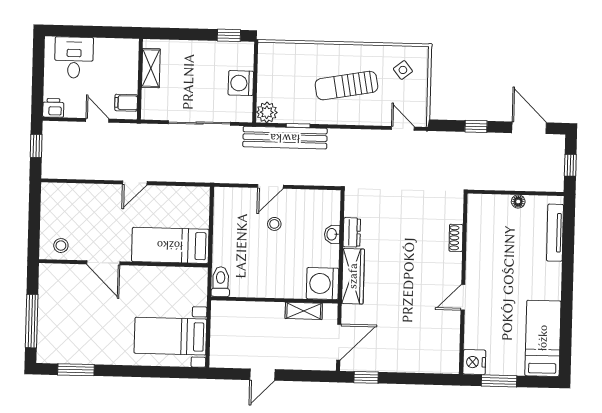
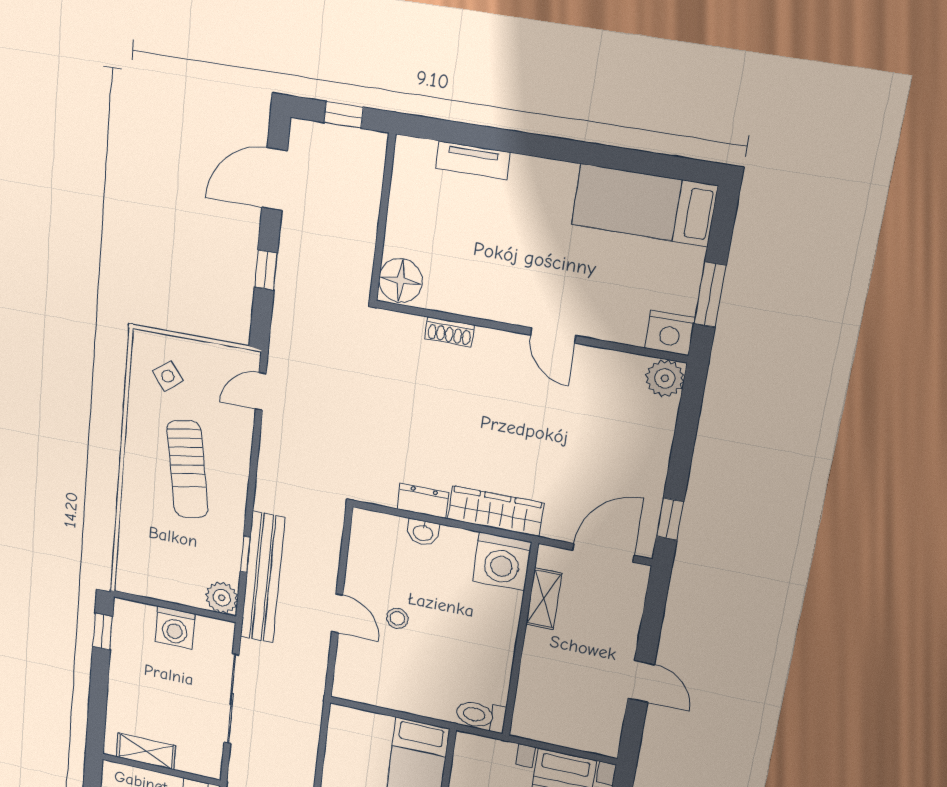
floor lamp: (518, 202) -> (401, 280), moved, width x1.89, depth x1.89
tv unit: (555, 233) -> (473, 160), width x0.71
door: (339, 342) -> (603, 553), hinge flipped
plant: (448, 363) -> (665, 378), added

